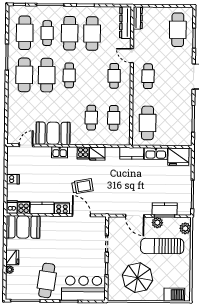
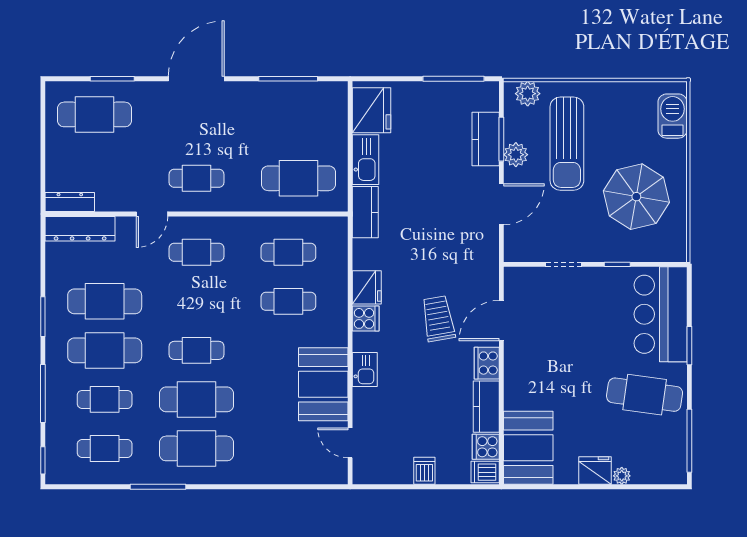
cafe table: (25, 33) -> (105, 448), width x0.73, depth x0.74

